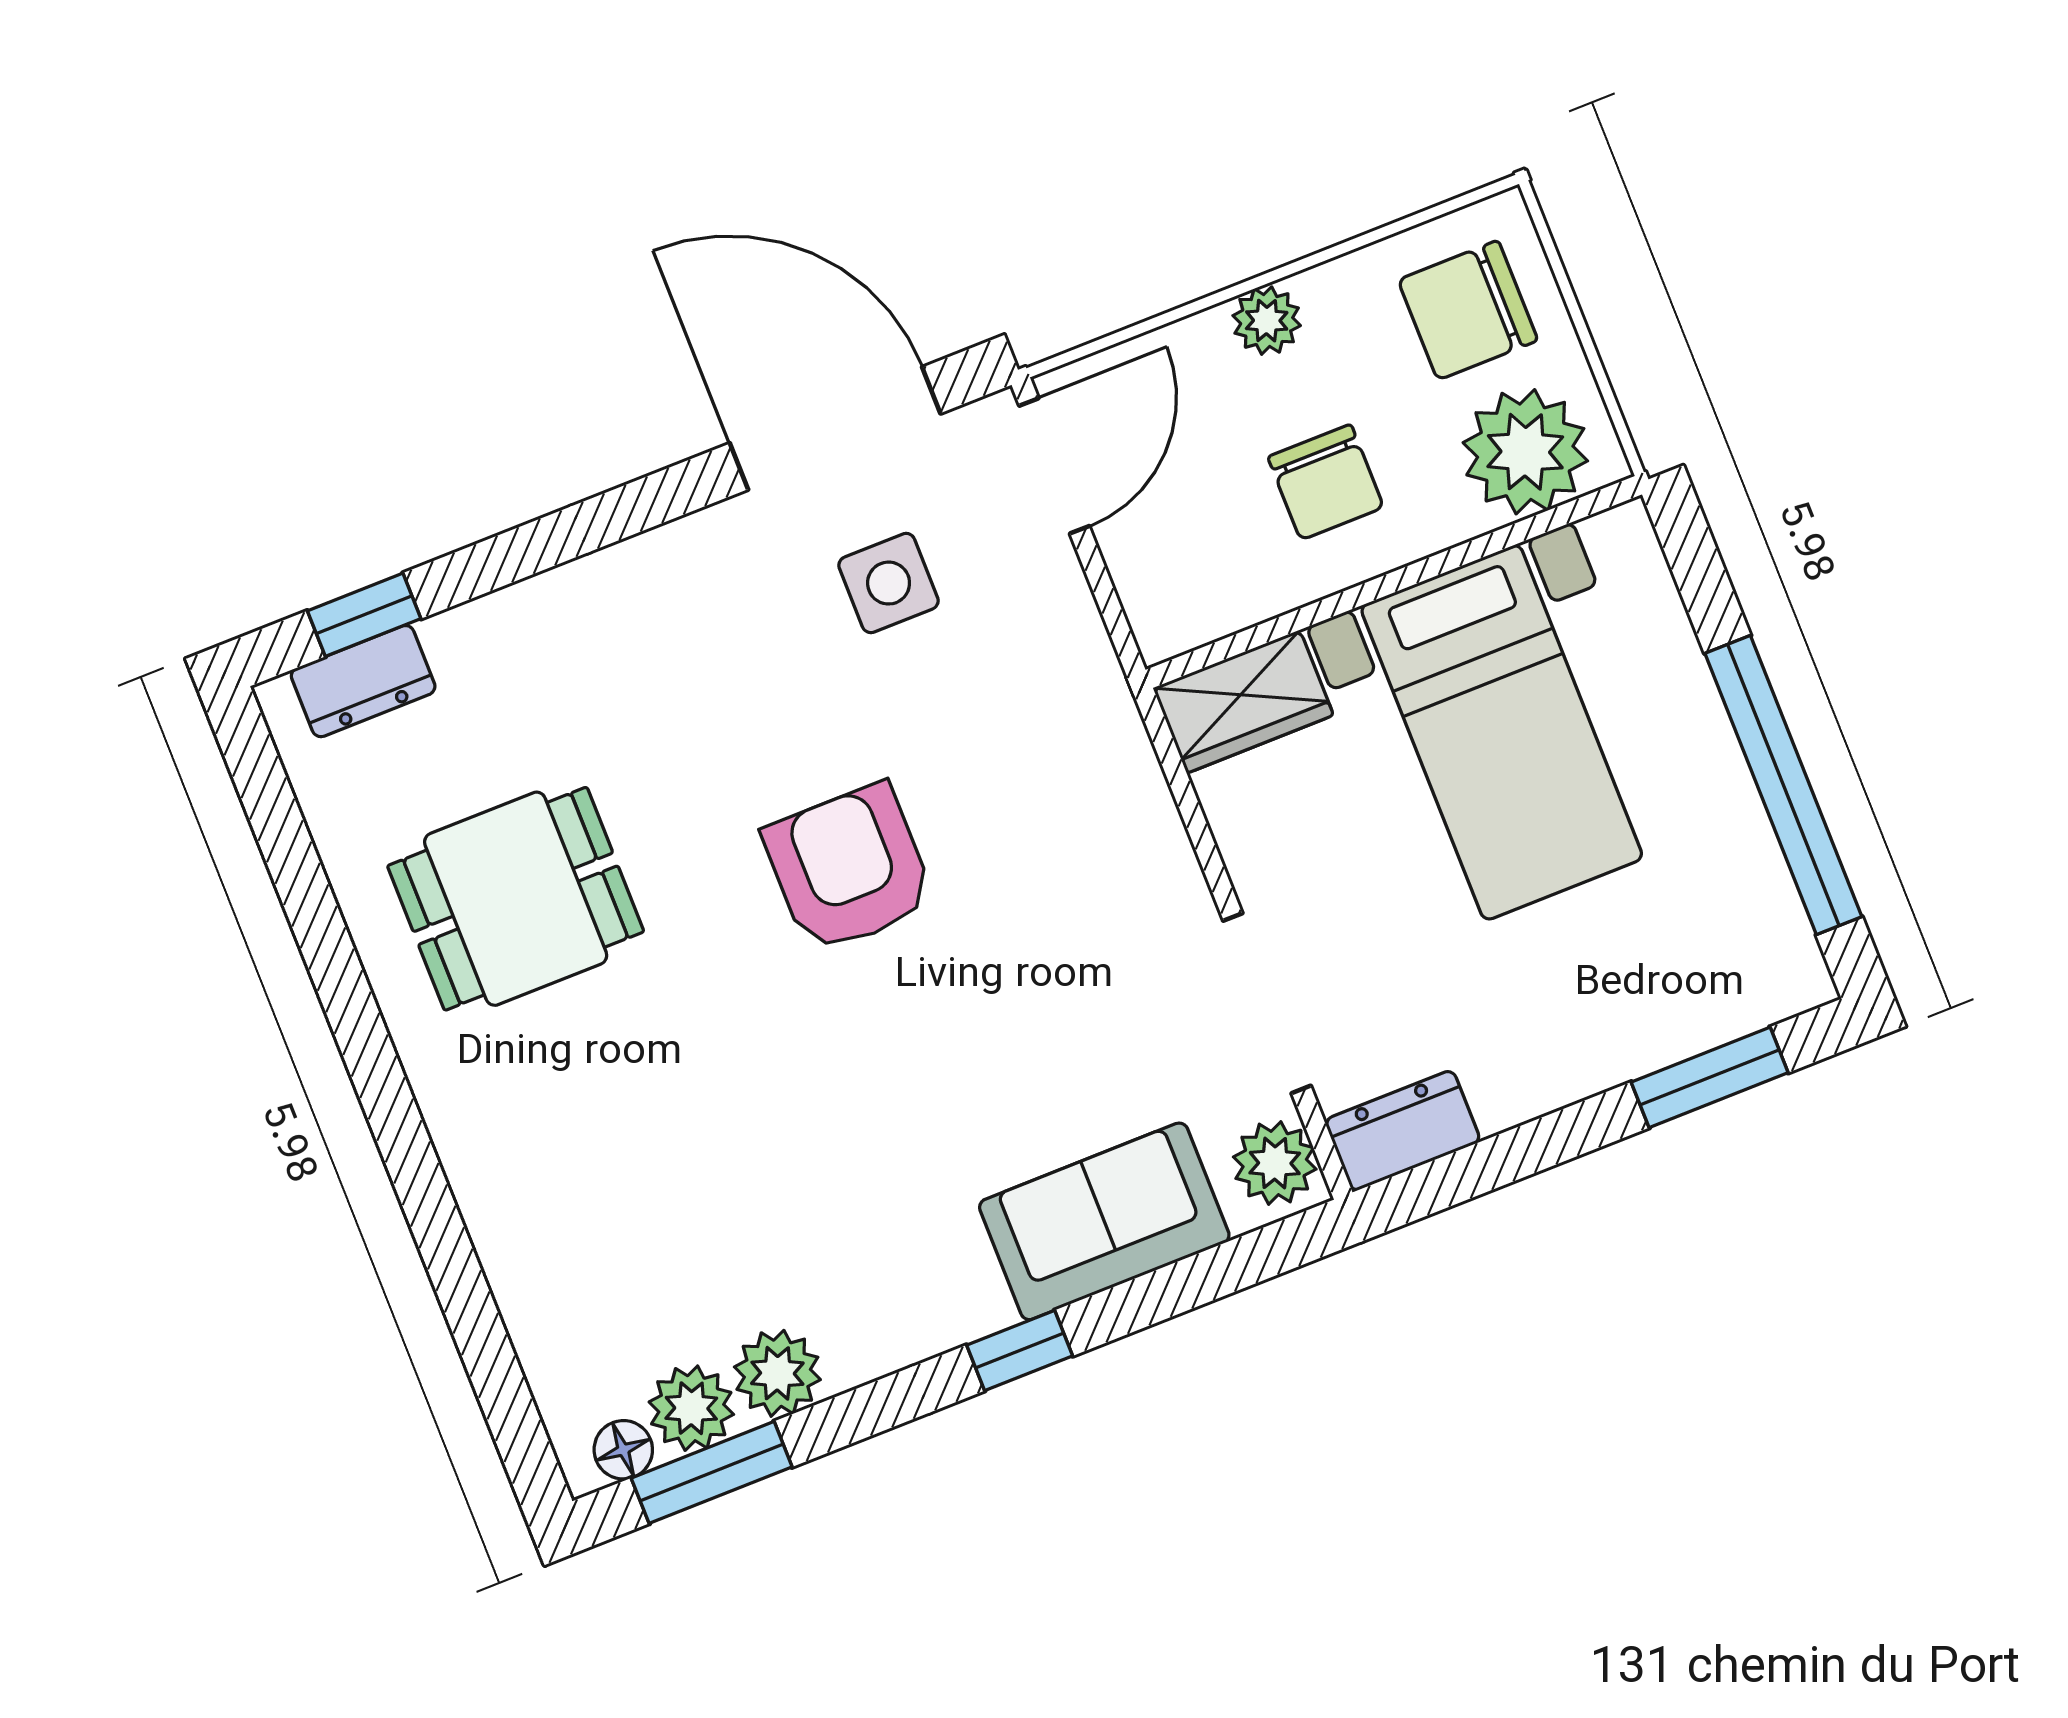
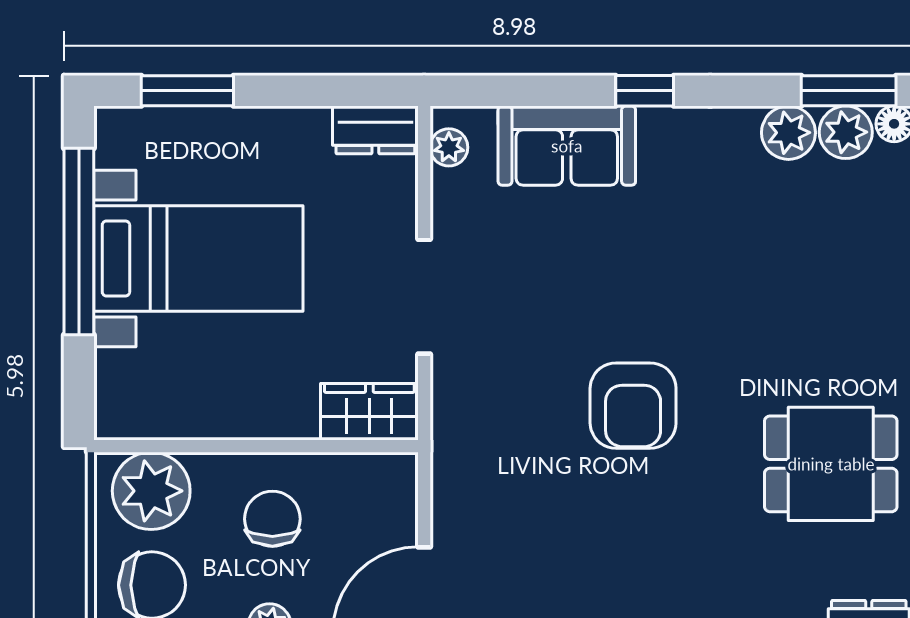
side table: (889, 583) -> (546, 560), removed
bed with nightstands: (1502, 732) -> (198, 258), moved, turned 90
doorway: (1267, 1003) -> (424, 297), moved
plant: (1275, 1163) -> (449, 147), width x0.73, depth x0.73

